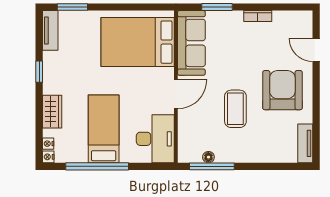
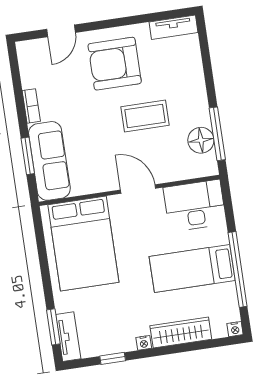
tv unit: (50, 30) -> (68, 337), moved, turned 90
sofa: (191, 43) -> (49, 161), moved, turned 90
window: (39, 72) -> (113, 358), moved
wardrobe: (52, 112) -> (181, 333), width x1.50
nightstand: (48, 144) -> (144, 343), moved
floor lamp: (208, 157) -> (201, 140), width x1.89, depth x1.89

